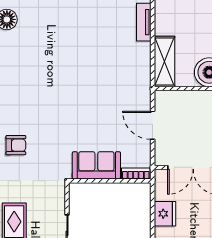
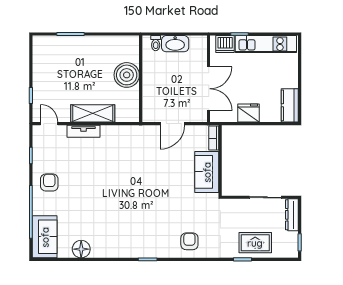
shelving: (164, 61) -> (93, 113), moved

